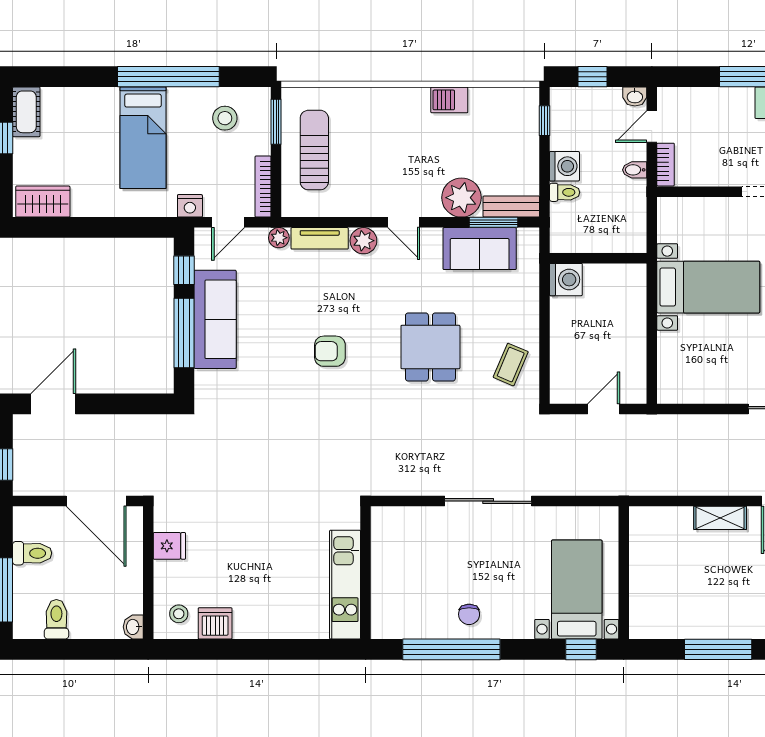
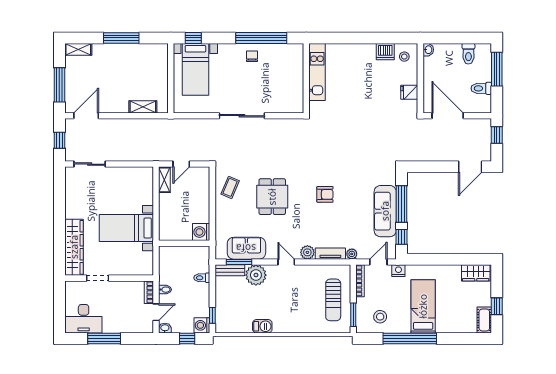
washing machine: (564, 166) -> (202, 325), moved
shelving: (636, 379) -> (164, 180), added
shelving: (720, 518) -> (143, 107), moved

